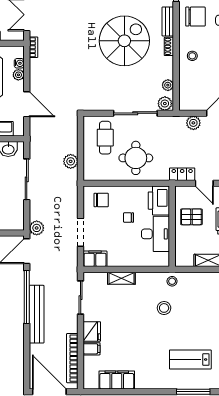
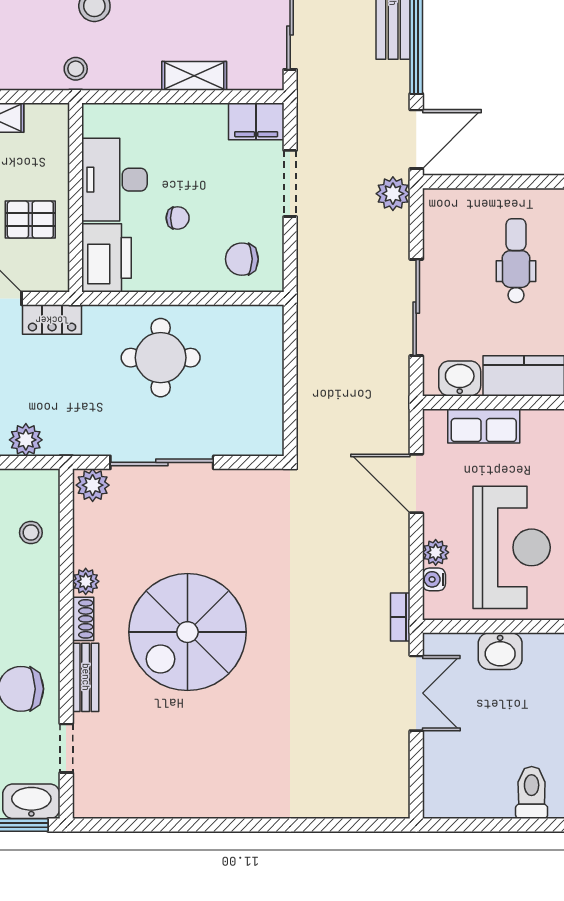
stool: (192, 56) -> (31, 533), moved
plant: (168, 85) -> (86, 581), moved
cafe table: (105, 138) -> (232, 405), removed
plant: (71, 161) -> (313, 350), removed

